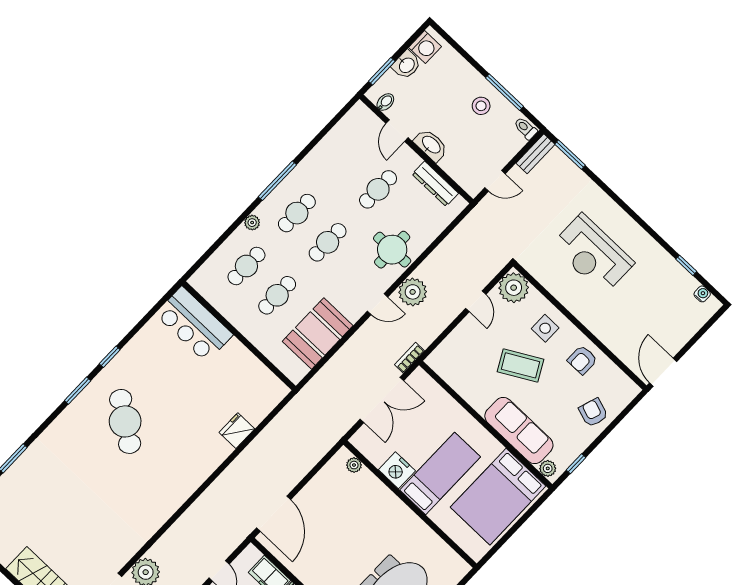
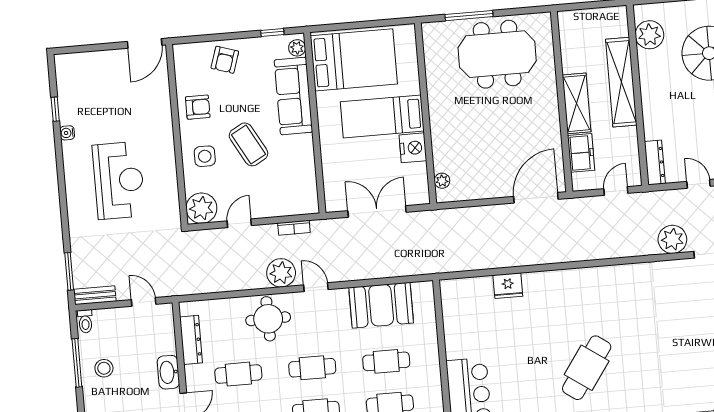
water cooler: (702, 294) -> (67, 133), moved
bookcase: (410, 358) -> (294, 228), moved

